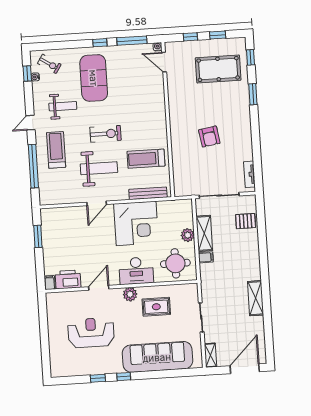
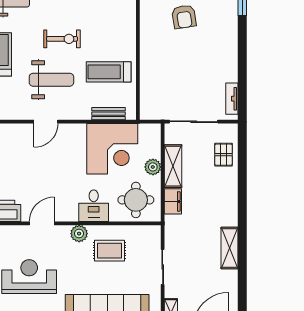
armchair: (209, 137) -> (184, 17), moved
bench: (148, 193) -> (108, 114), width x0.73
pallet: (246, 221) -> (223, 155), turned 90
corner desk: (136, 223) -> (112, 149), moved
filing cabinet: (206, 257) -> (173, 201), width x2.00
desk: (136, 271) -> (94, 206), width x0.73

